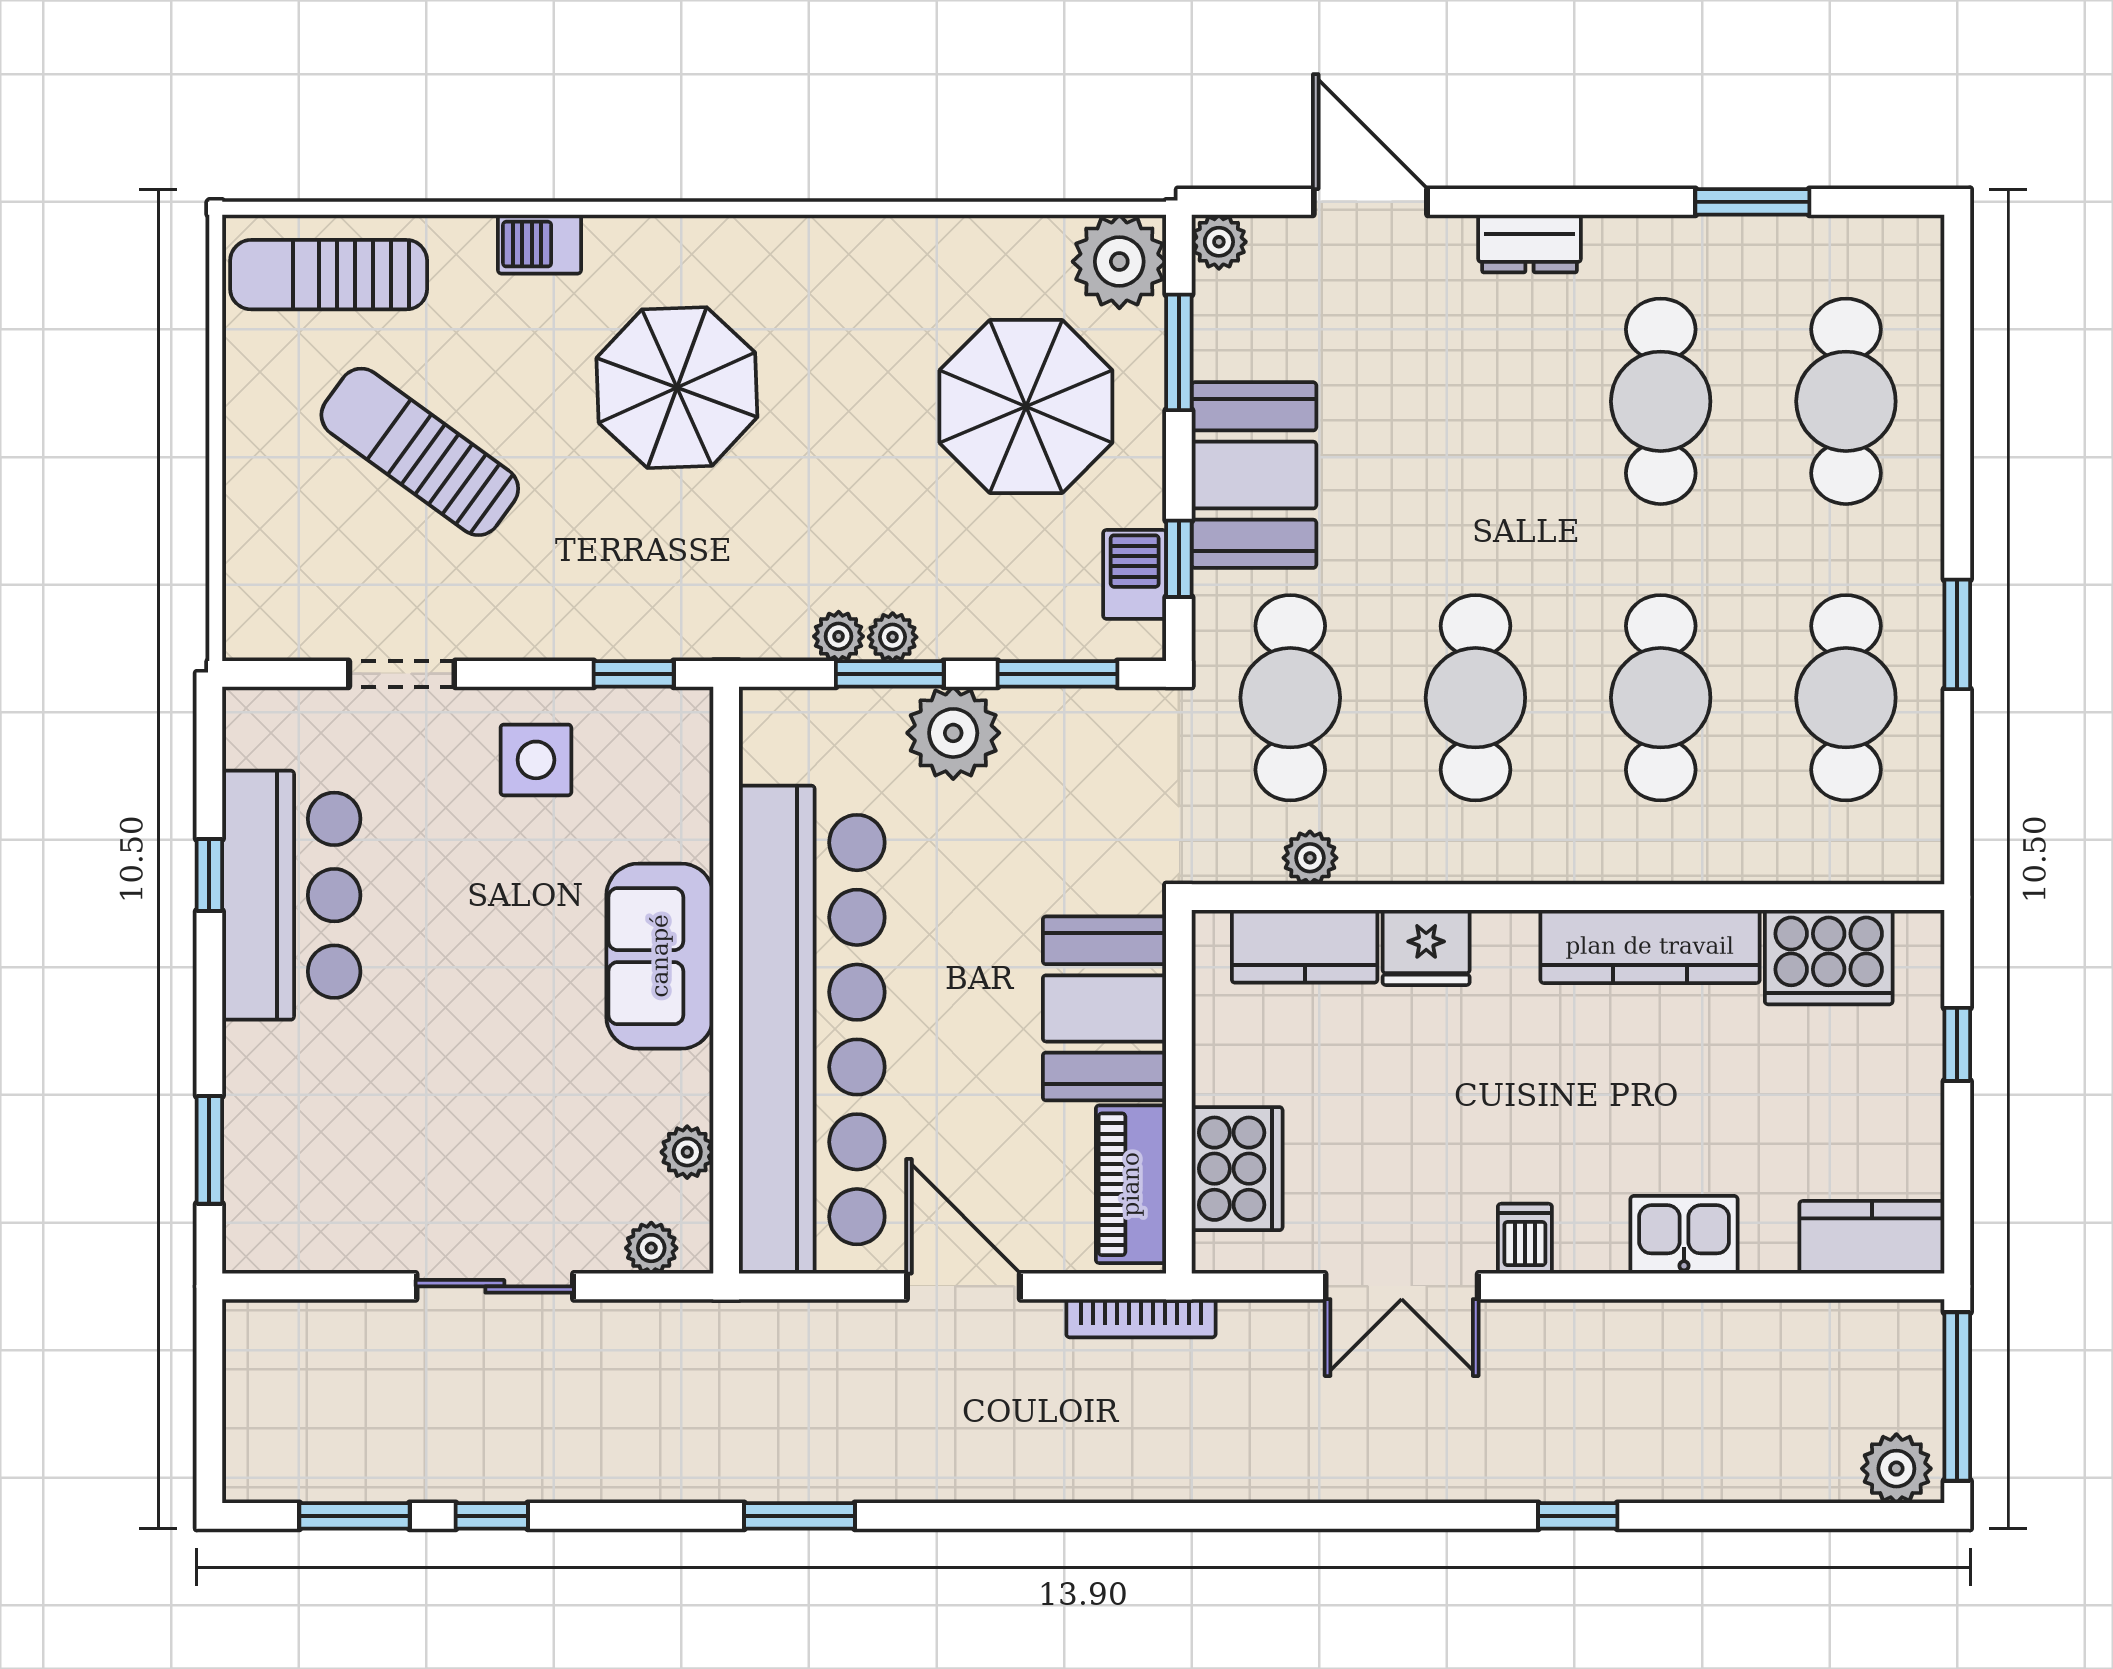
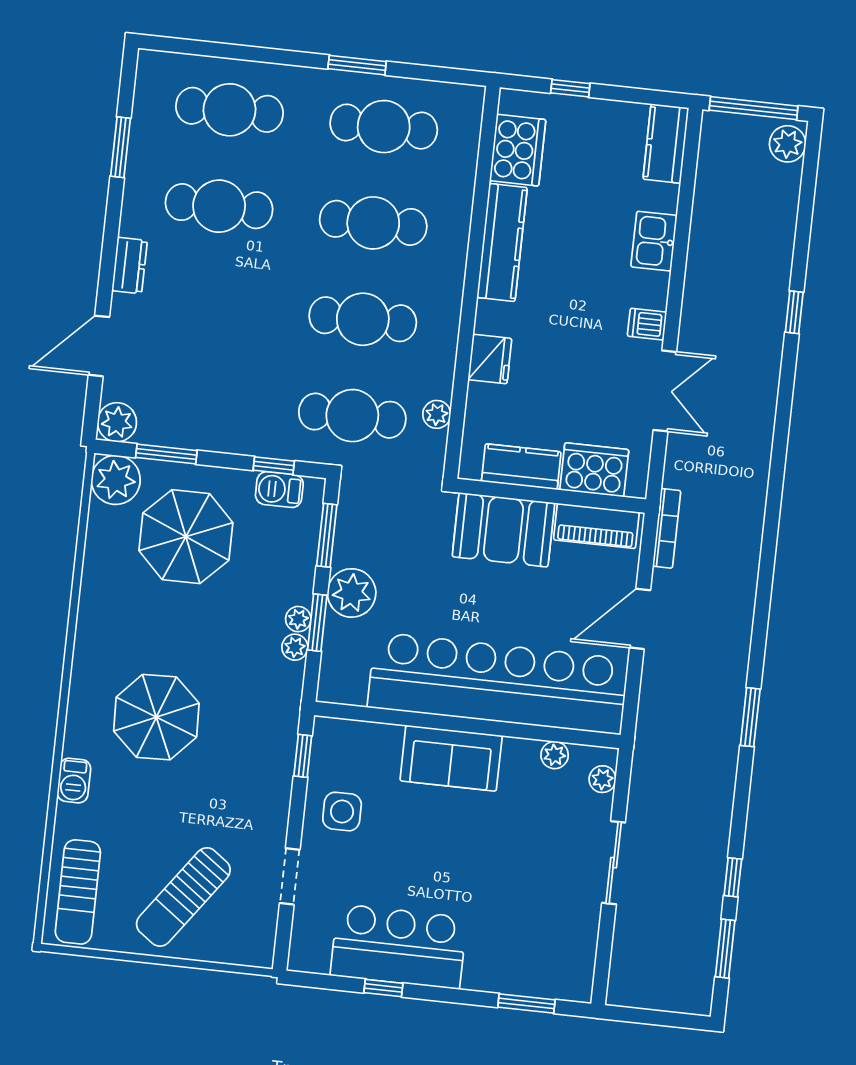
plant: (1219, 242) -> (117, 422), width x1.38, depth x1.38
sun lounger: (420, 452) -> (183, 897), moved
booth: (1254, 475) -> (234, 422), removed
kitchen counter: (1305, 946) -> (521, 467), moved, turned -90

